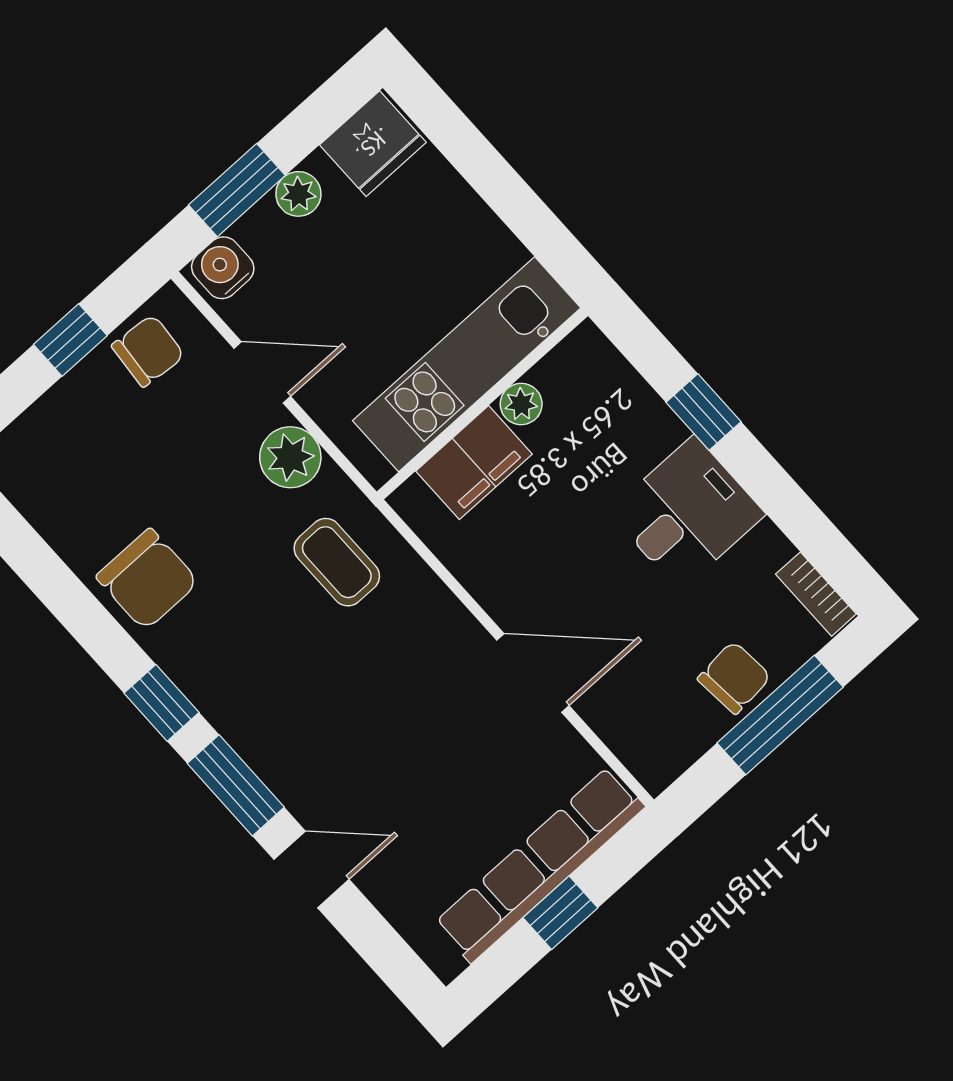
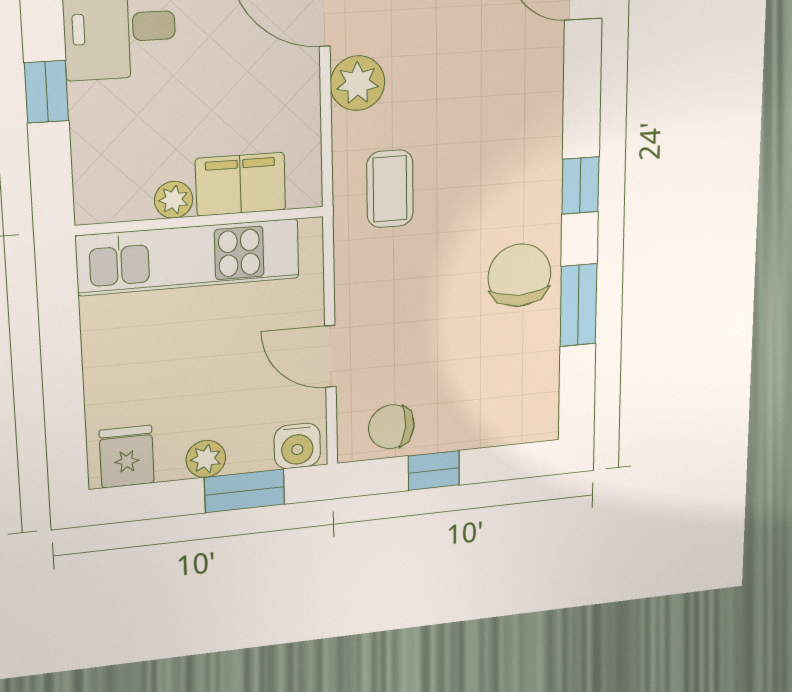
fridge: (373, 144) -> (127, 457), width x0.72
plant: (290, 457) -> (357, 83), moved
window: (236, 785) -> (578, 305), moved

